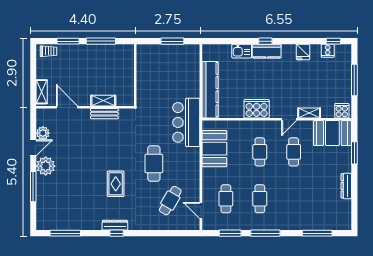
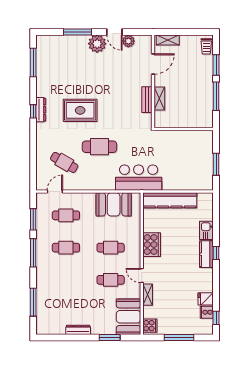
fridge: (303, 52) -> (206, 299), moved
rug: (116, 184) -> (80, 110), width x1.36, depth x1.43

